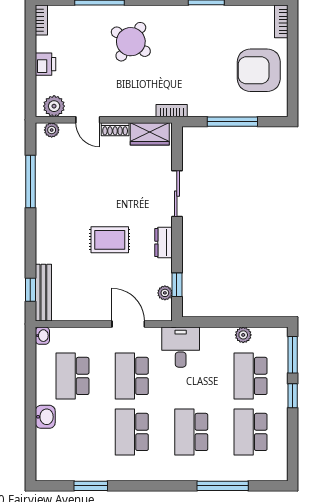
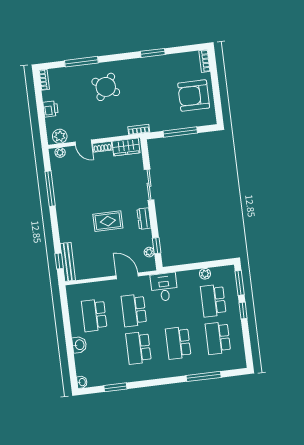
washbasin: (42, 336) -> (82, 382), moved

